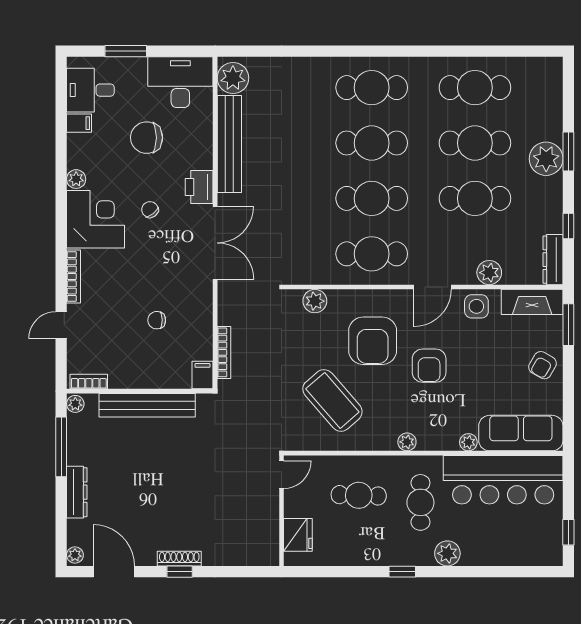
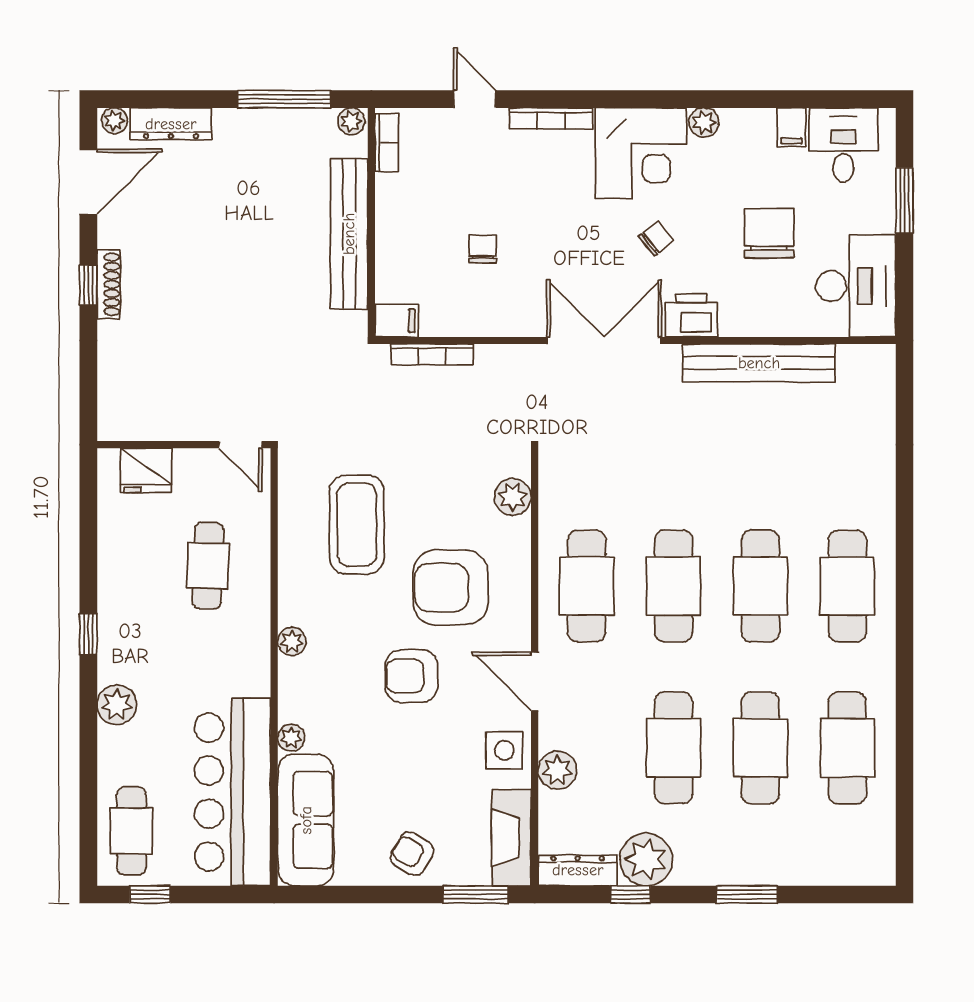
plant: (233, 78) -> (862, 369), removed
plant: (546, 159) -> (646, 859), moved
double door: (215, 243) -> (604, 340), swing flipped
coffee table: (332, 400) -> (357, 525), turned -49
dresser: (77, 492) -> (171, 124), moved
cafe table: (420, 502) -> (131, 831), moved, turned 90

